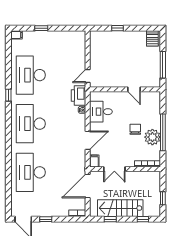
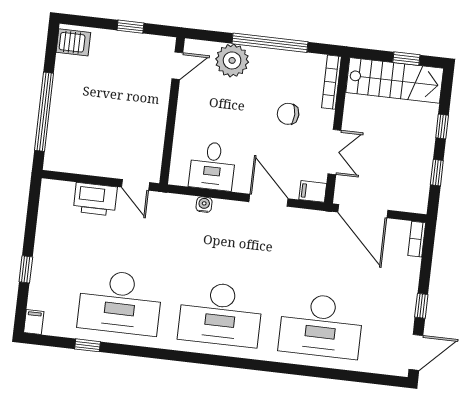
window: (118, 28) -> (44, 112), width x3.17
window: (163, 65) -> (130, 27), width x0.46
door: (134, 89) -> (177, 66), moved
window: (8, 95) -> (88, 345), moved
printer: (79, 95) -> (95, 199), moved
chair: (135, 129) -> (288, 114), moved
plant: (152, 137) -> (232, 60), moved
stairs: (120, 208) -> (395, 80), moved, turned -90
window: (143, 219) -> (442, 127), moved

